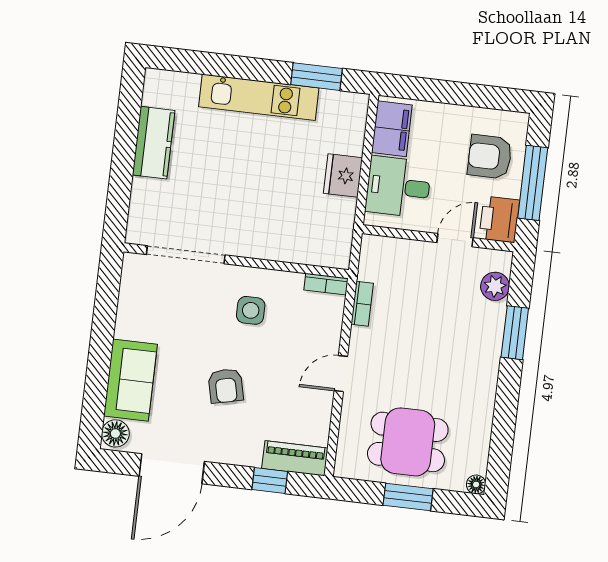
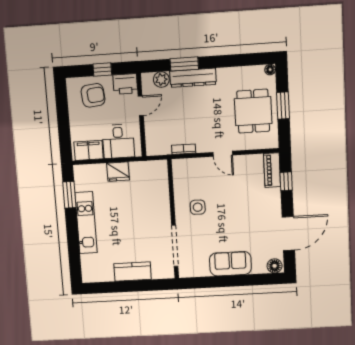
kitchen counter: (154, 143) -> (133, 272), moved
armchair: (490, 157) -> (93, 95), turned -96
window: (533, 183) -> (102, 69), width x0.46
door: (455, 240) -> (141, 106), swing flipped
bookcase: (326, 284) -> (177, 170), removed
dresser: (487, 344) -> (193, 78), added
sofa: (130, 380) -> (230, 264), moved
armchair: (226, 386) -> (240, 213), removed
door: (172, 469) -> (288, 234), hinge flipped

